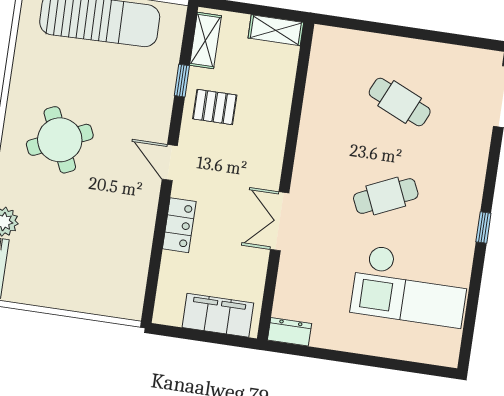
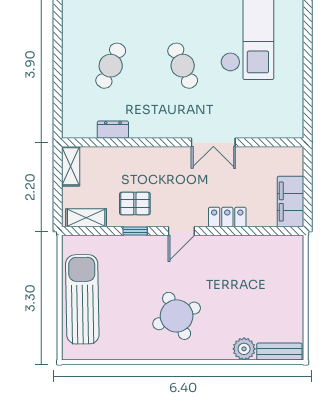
window: (182, 81) -> (135, 231), moved
pallet: (215, 107) -> (135, 204), turned 90
filing cabinet: (218, 315) -> (290, 202), moved
dresser: (290, 332) -> (113, 130), moved, turned 90

